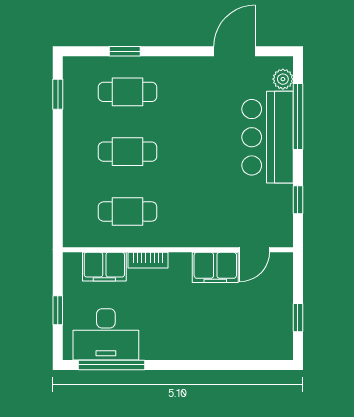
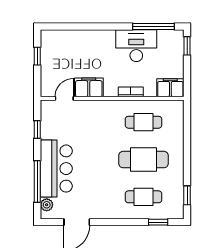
window: (125, 51) -> (158, 222), moved
cafe table: (128, 152) -> (144, 160), width x1.37, depth x1.35
filing cabinet: (104, 267) -> (170, 88), moved
window: (58, 310) -> (187, 46), moved
desk: (106, 334) -> (136, 46), moved

